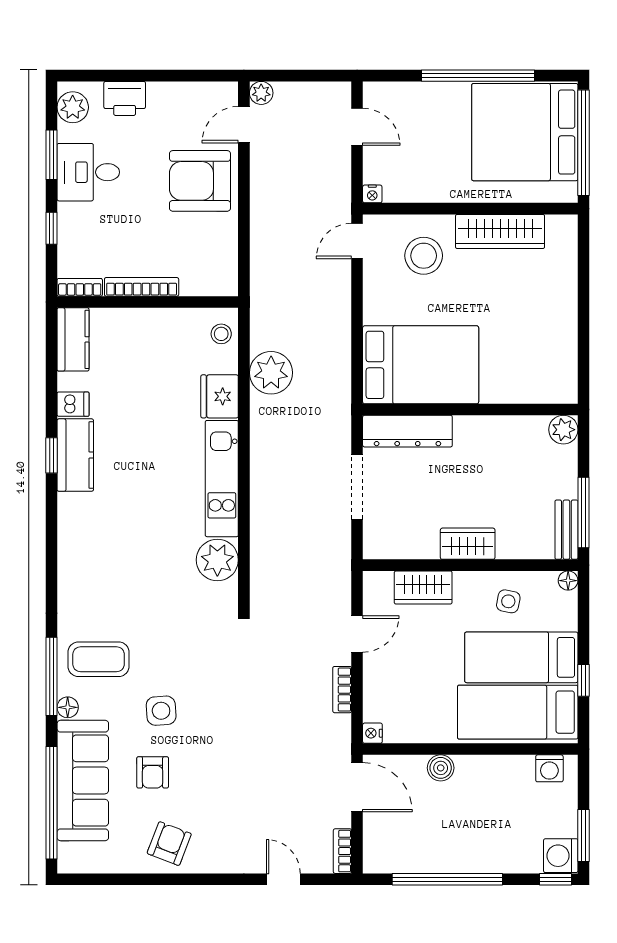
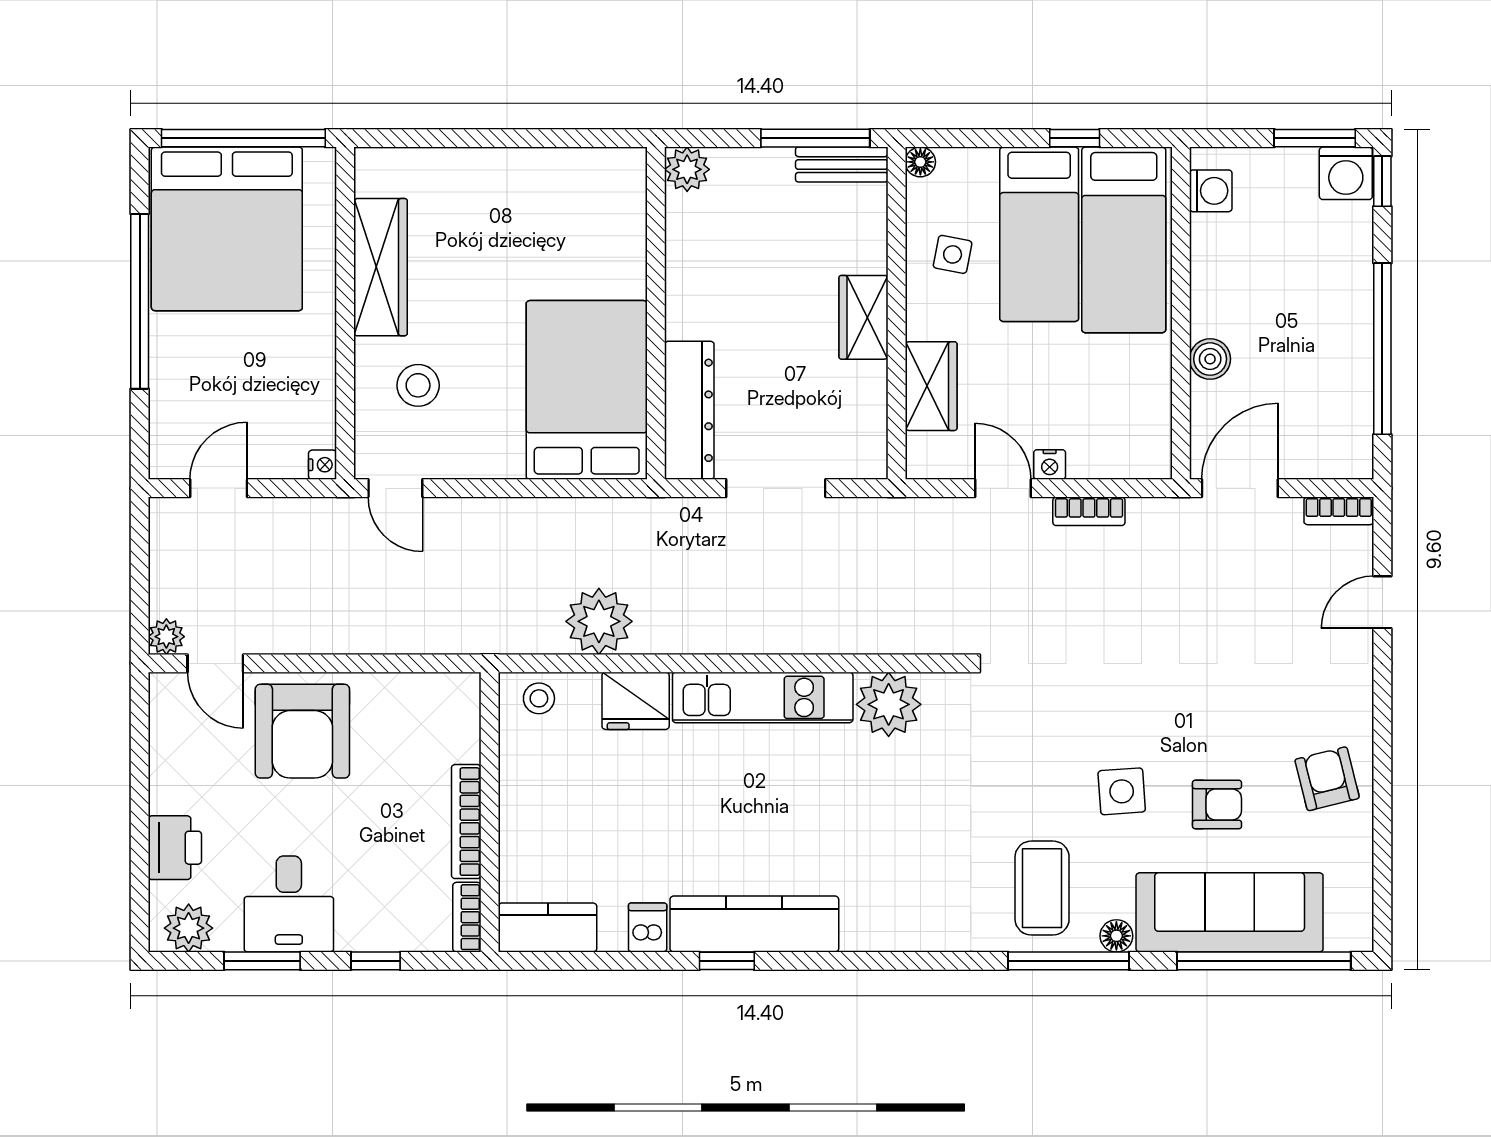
stool: (424, 256) -> (418, 385), width x0.73, depth x0.73
kitchen counter: (75, 455) -> (754, 924), width x1.50
nightstand: (372, 733) -> (1050, 465), moved
armchair: (169, 844) -> (1327, 779), turned 55

